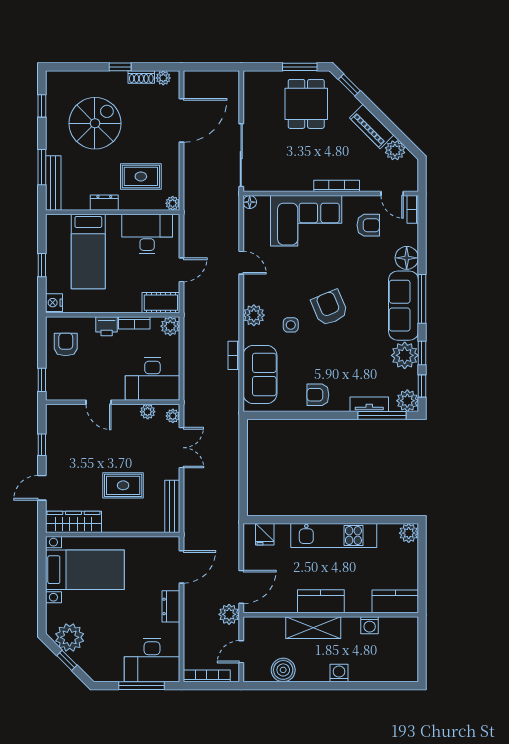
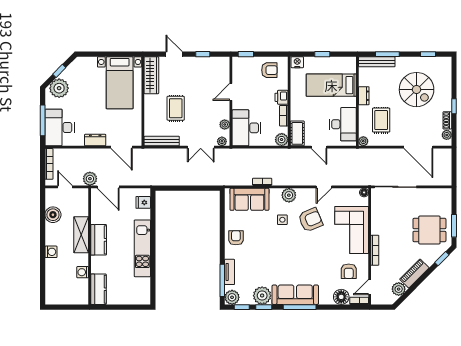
floor lamp: (407, 258) -> (341, 297), moved
armchair: (330, 308) -> (310, 220), moved
plant: (409, 533) -> (144, 298), removed
plant: (70, 637) -> (59, 88), moved

